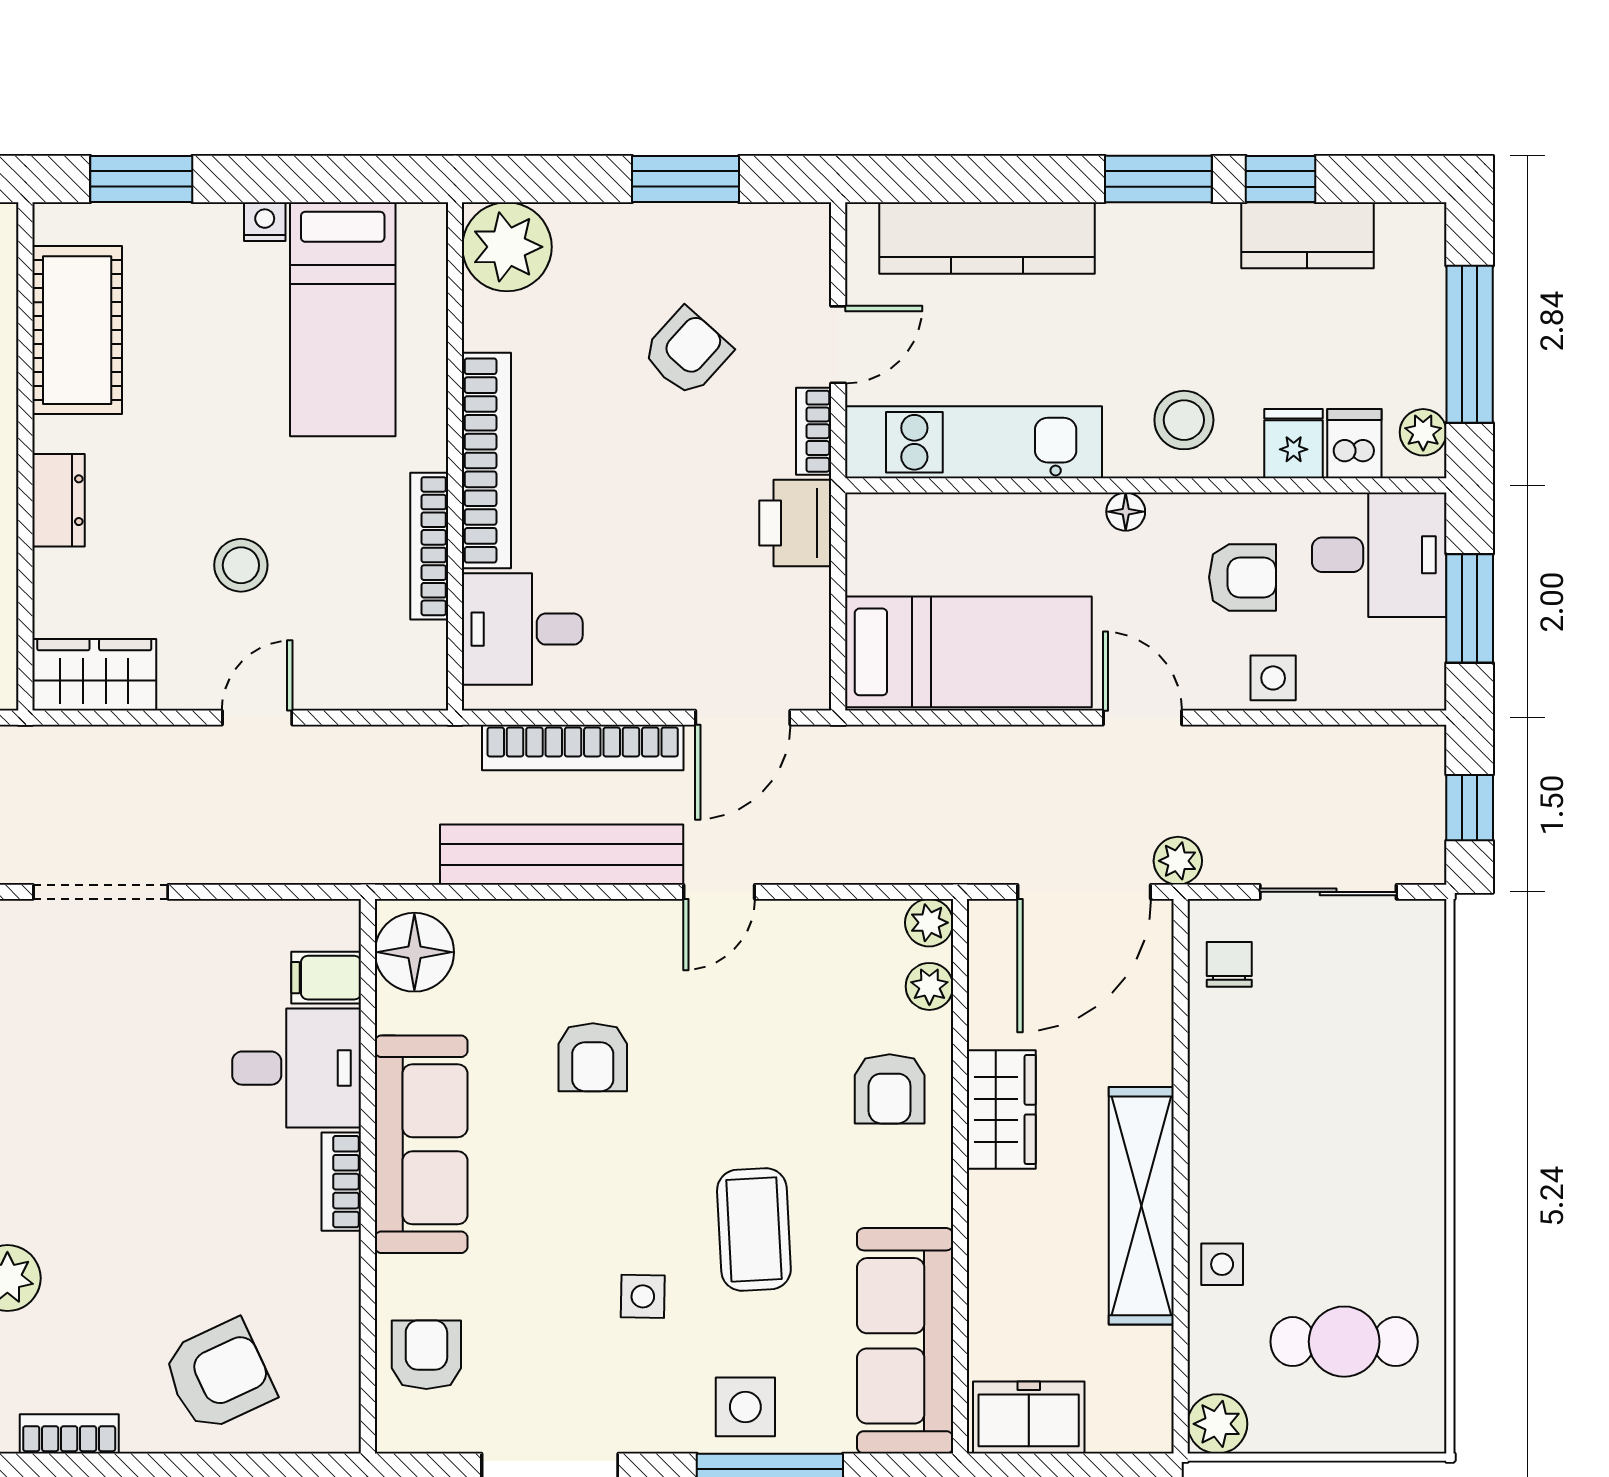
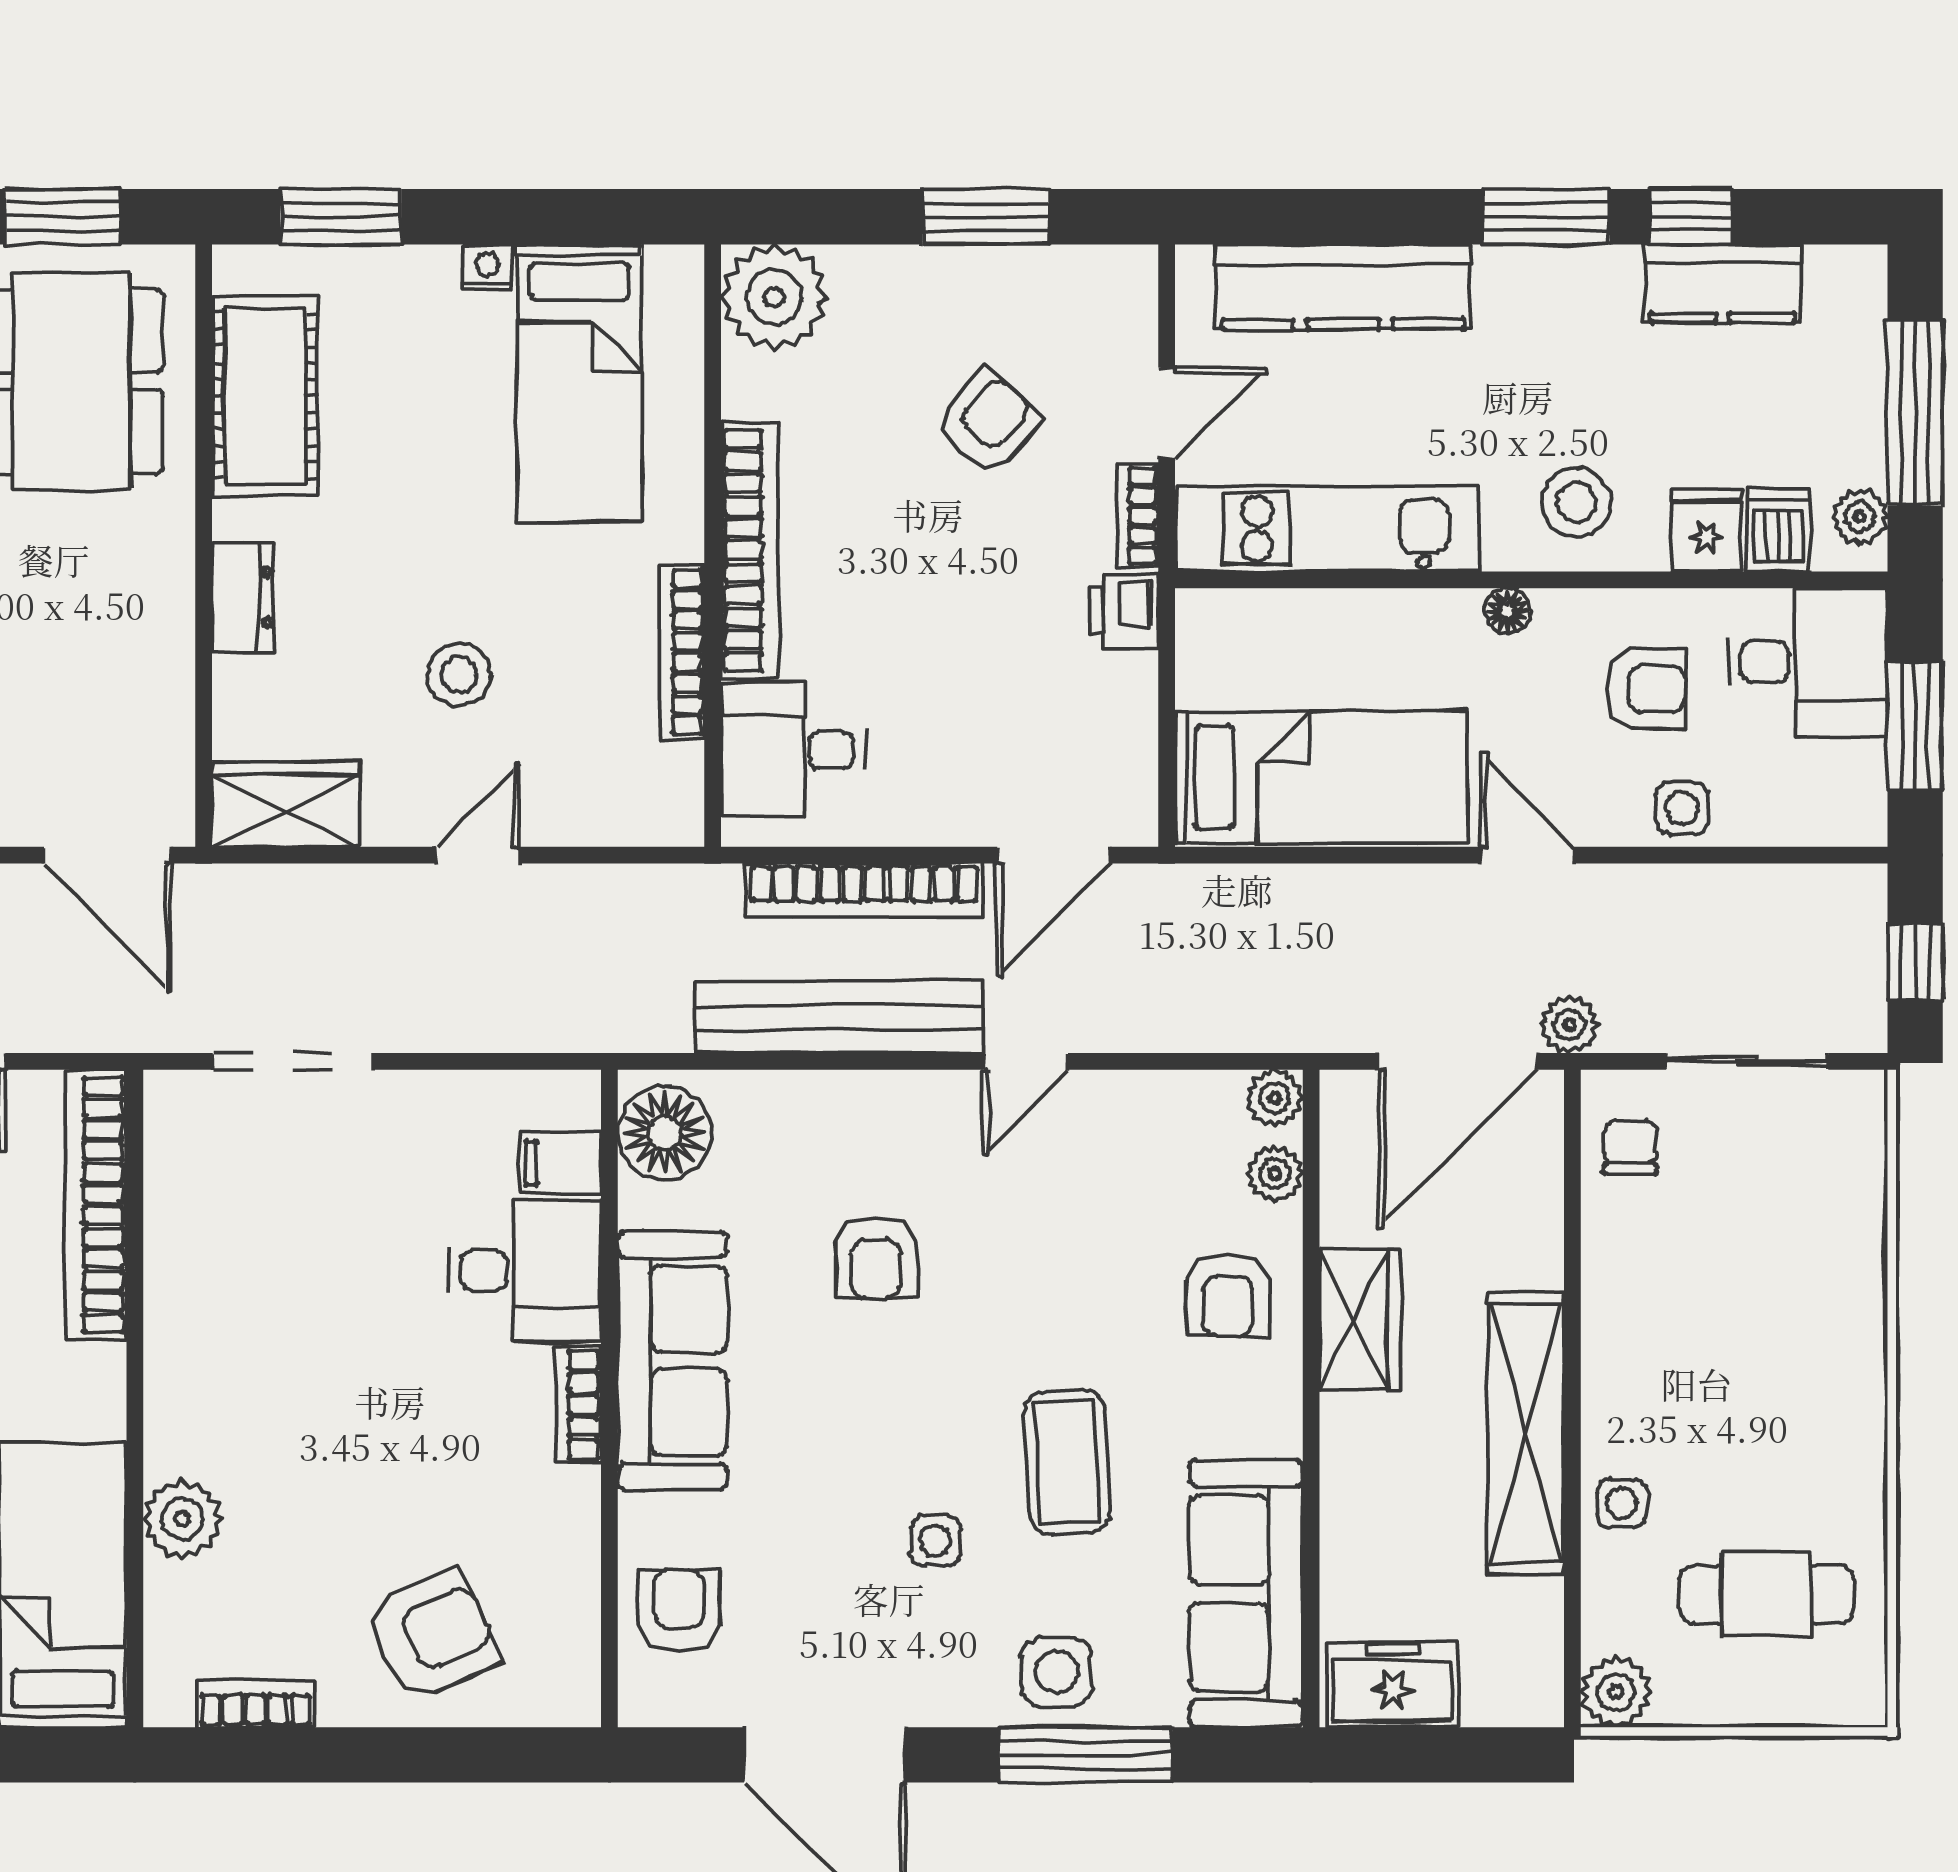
printer: (795, 523) -> (1124, 611), width x0.73, depth x0.81

